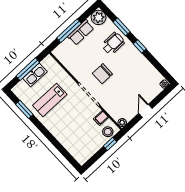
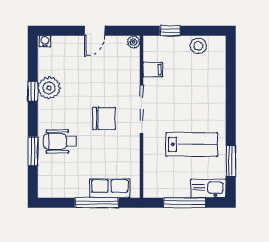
plant: (99, 17) -> (49, 88), moved
row of seats: (81, 32) -> (110, 188), moved
window: (140, 46) -> (33, 91), moved
kitchen sink: (35, 75) -> (208, 189), moved
stool: (108, 132) -> (198, 46), moved

